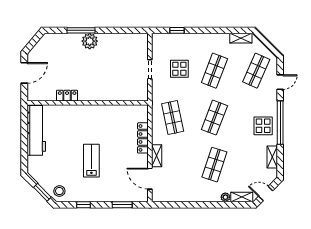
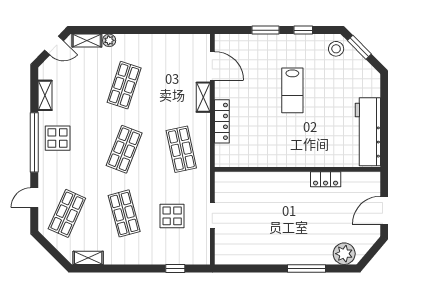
plant: (90, 41) -> (344, 254), moved
shop shelf: (214, 71) -> (124, 213), turned -36
window: (122, 205) -> (265, 30), moved

